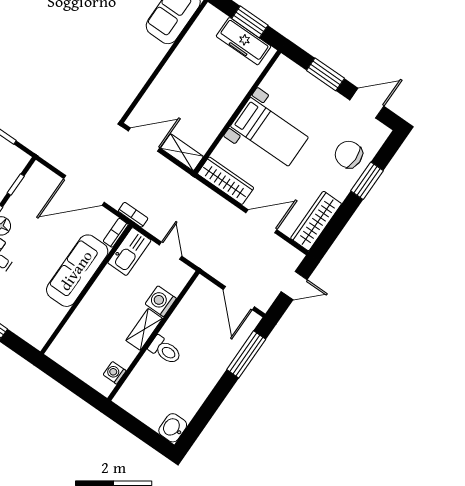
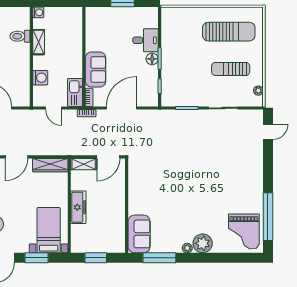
freezer: (244, 41) -> (78, 207), moved, turned 90
bed with nightstands: (269, 132) -> (49, 230), moved, turned 90
sofa: (77, 271) -> (96, 70), width x0.73
shelving: (144, 329) -> (39, 42), moved
toilet: (165, 350) -> (20, 36), moved
washing machine: (115, 373) -> (38, 12), moved

